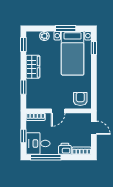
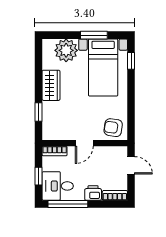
plant: (44, 36) -> (66, 50), width x1.88, depth x1.88
window: (23, 45) -> (38, 56), removed
armchair: (80, 99) -> (113, 128), turned -82

